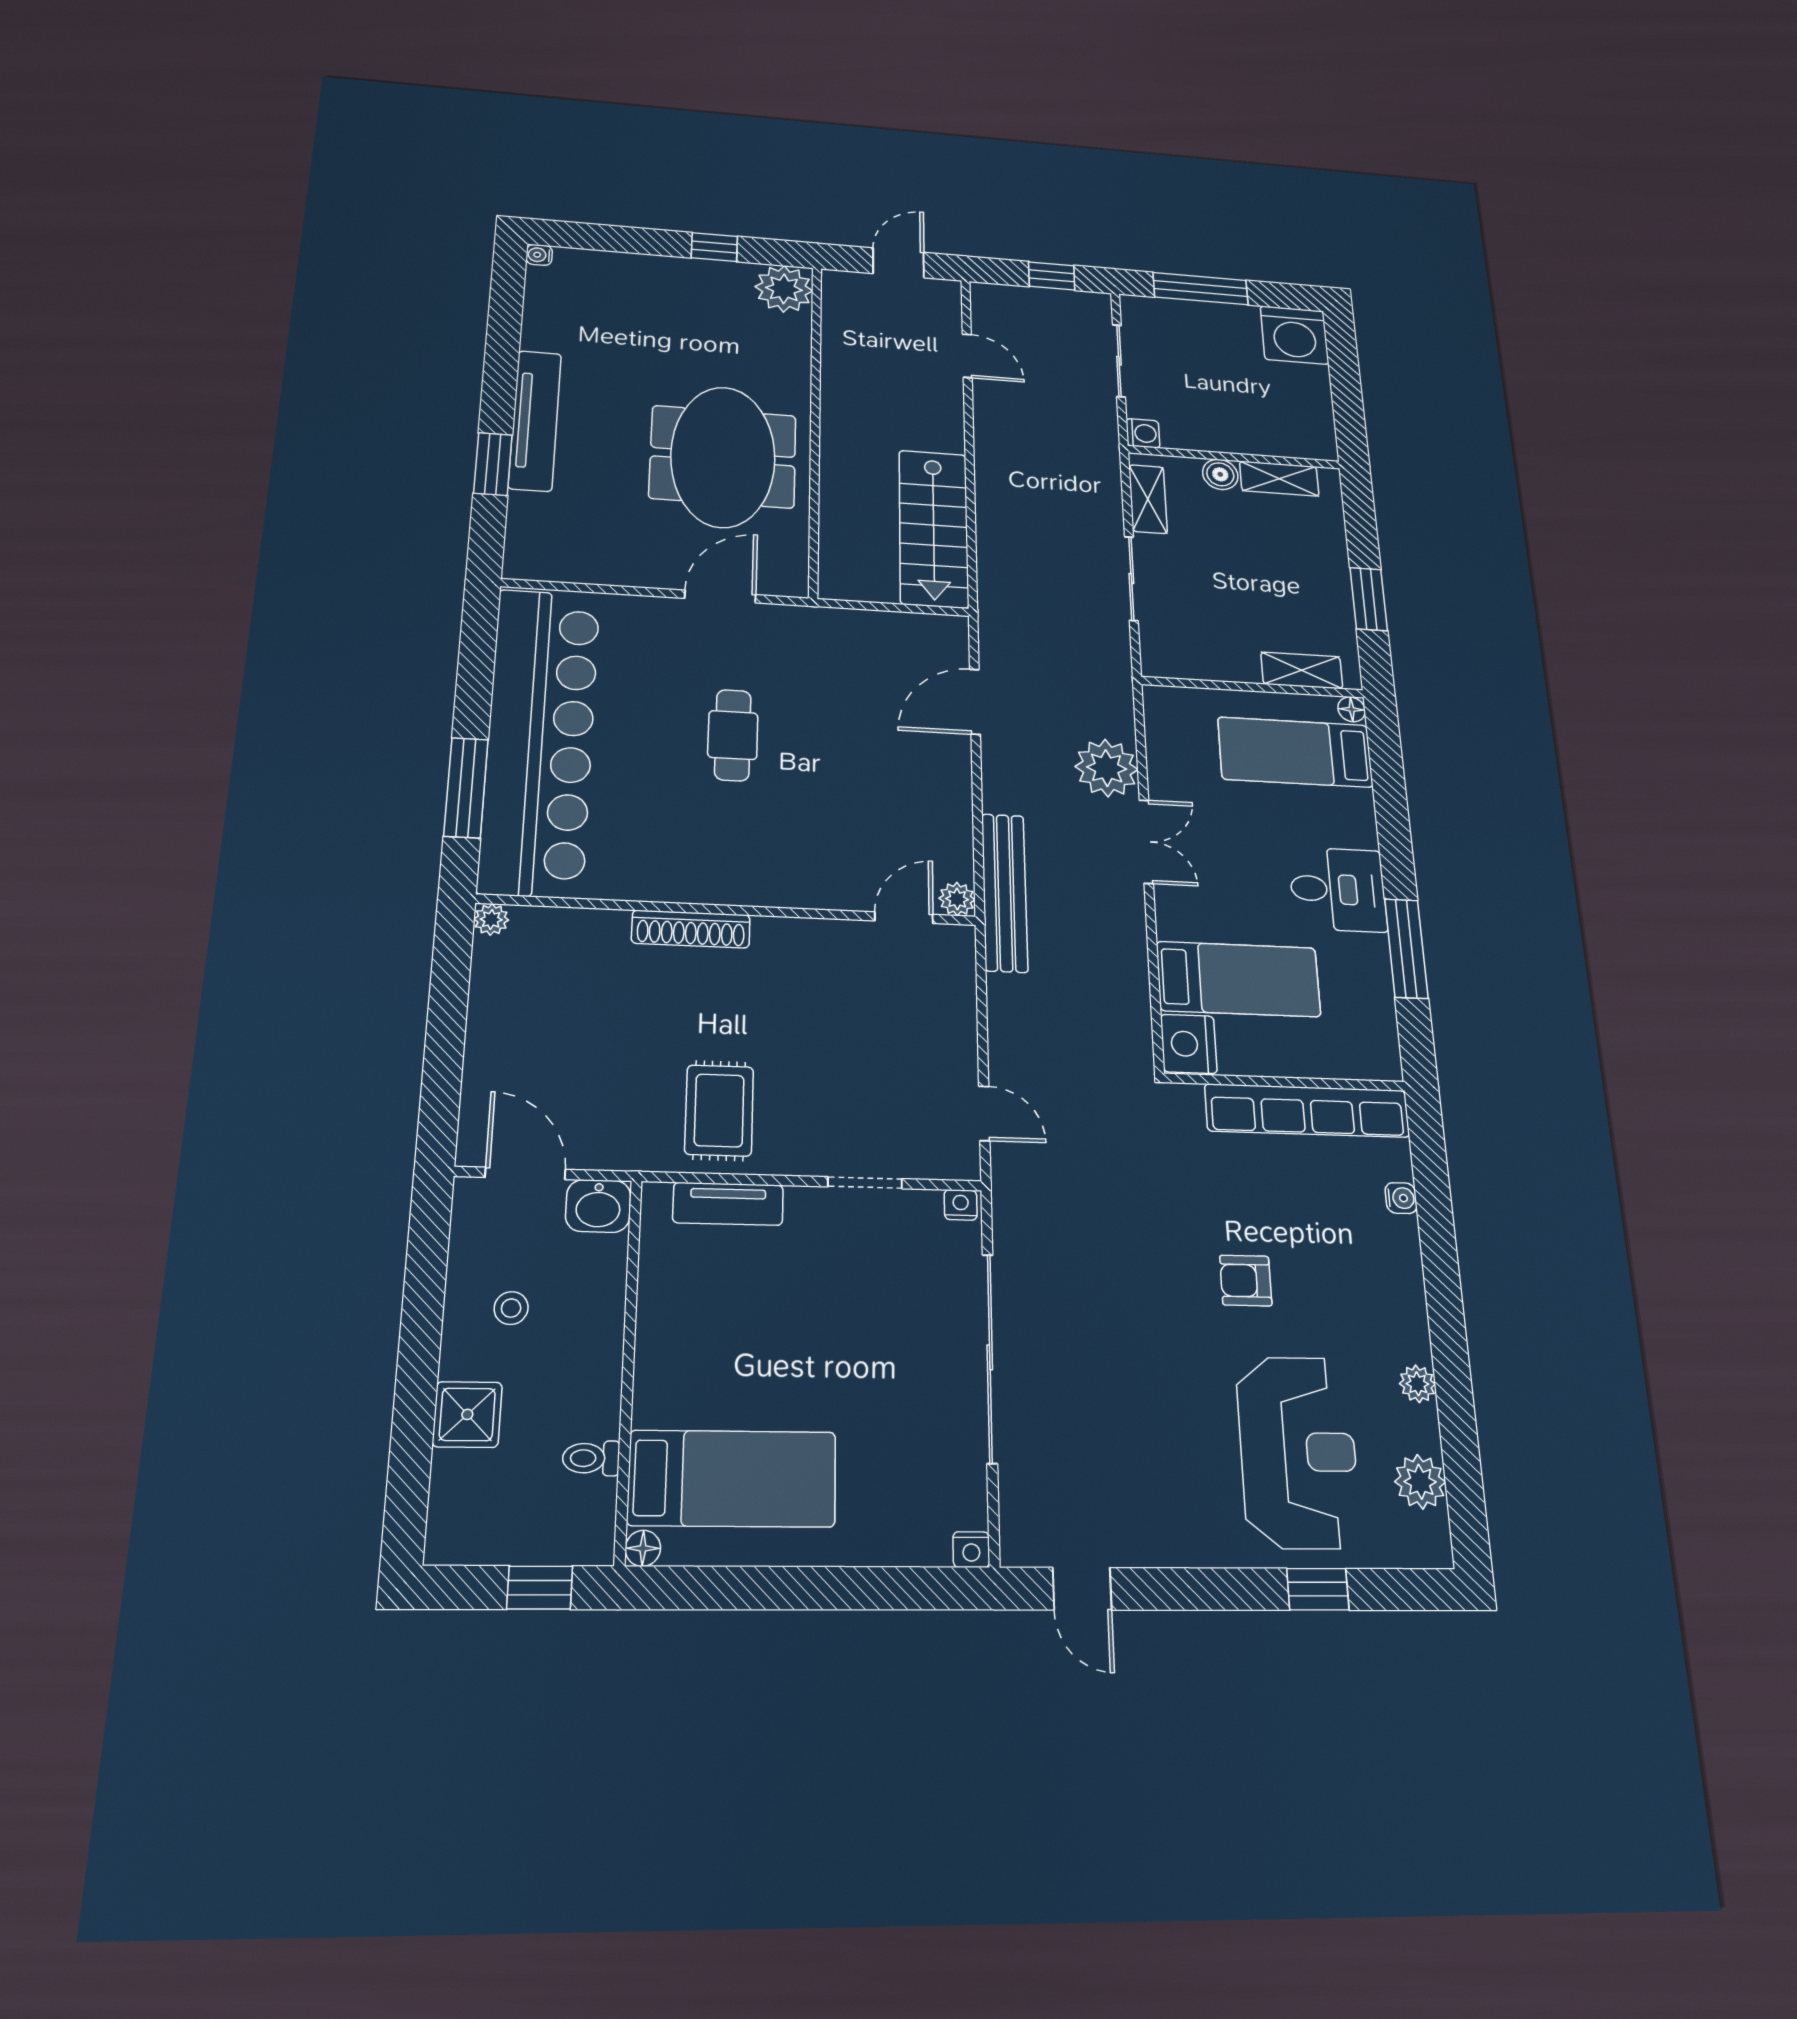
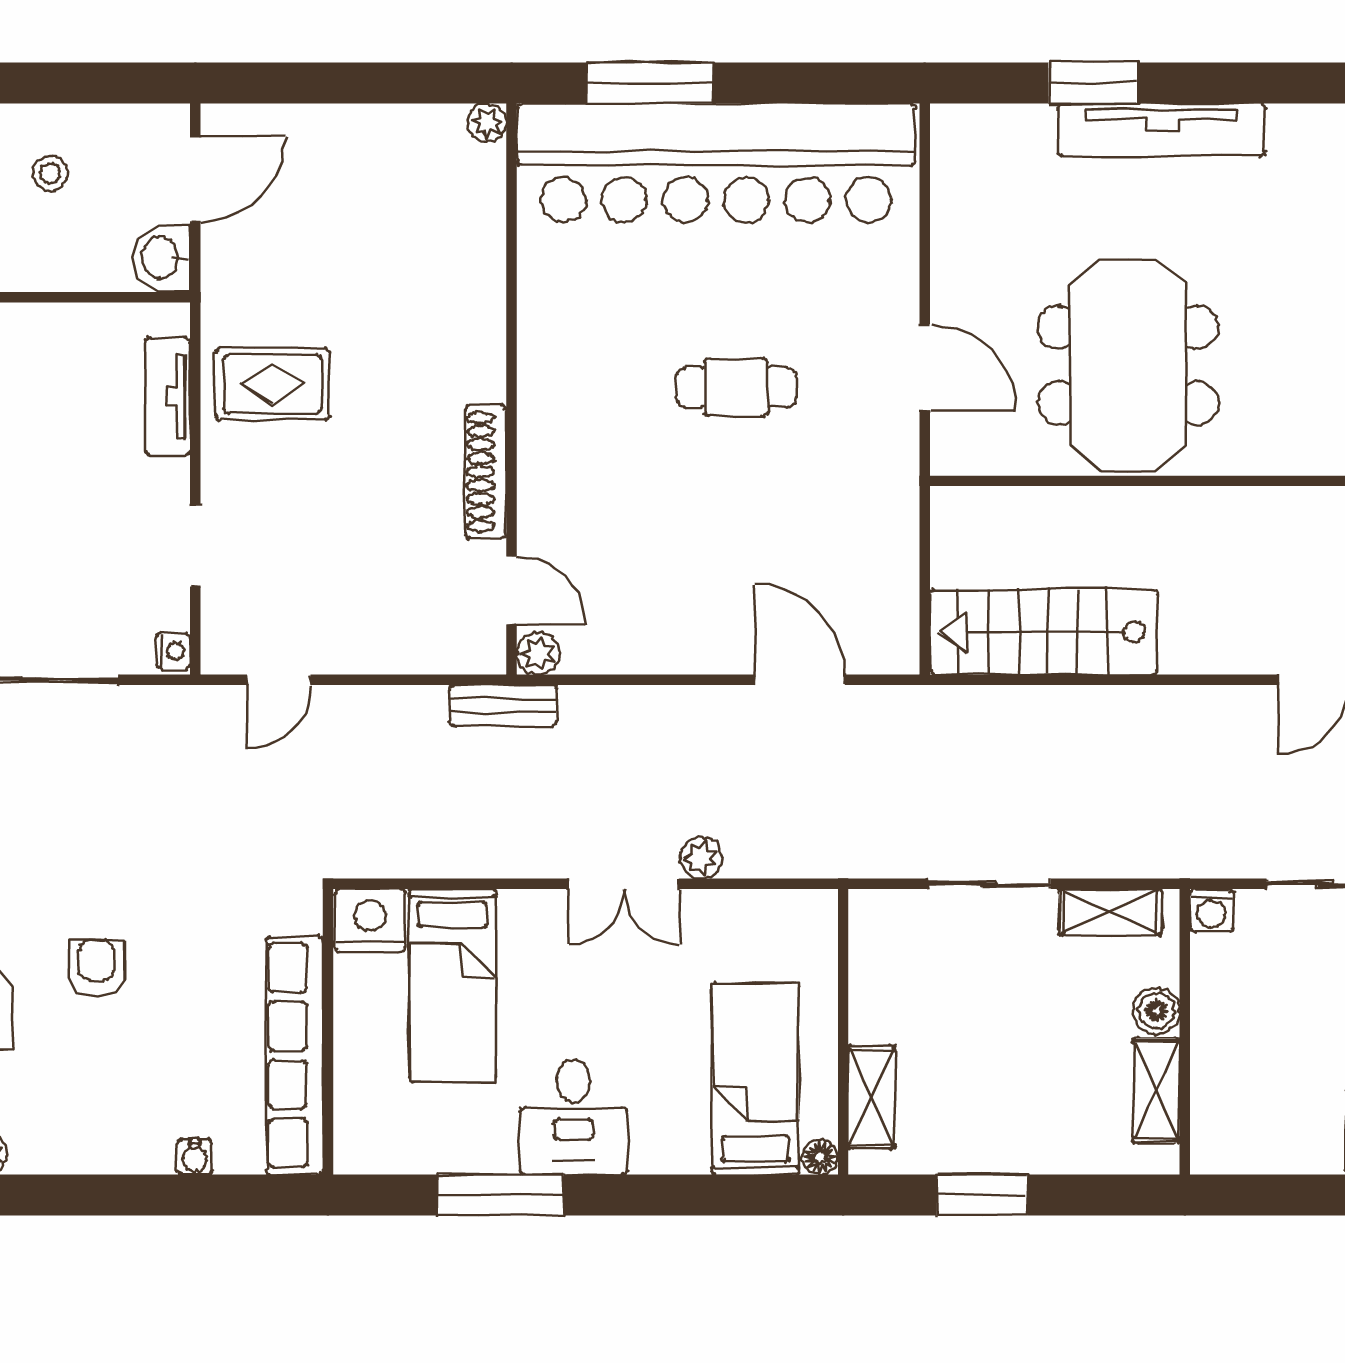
meeting table: (723, 457) -> (1128, 365), turned 90
plant: (1107, 768) -> (701, 858), width x0.53, depth x0.53
bench: (1005, 892) -> (503, 705), width x0.54, depth x0.82
shoe rack: (691, 929) -> (486, 472), moved

